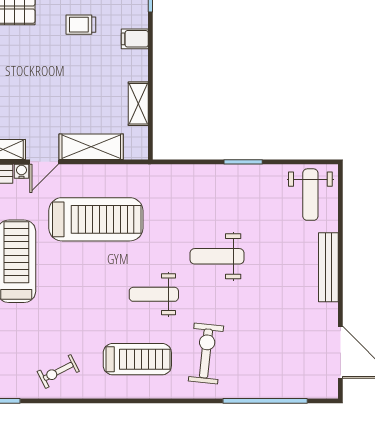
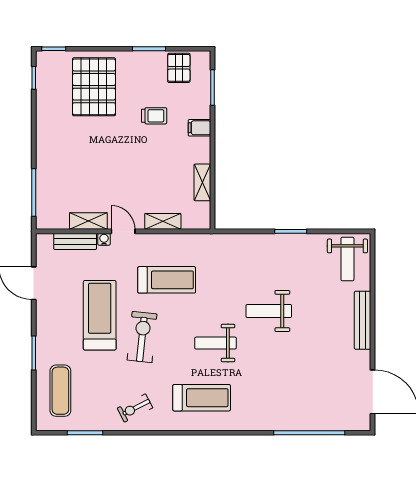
trolley: (81, 25) -> (154, 116), turned 180
shelving: (91, 147) -> (163, 221), width x0.67, depth x0.75
door: (44, 162) -> (123, 231), swing flipped
treadmill: (96, 219) -> (167, 280), width x0.73, depth x0.73
exercise bike: (206, 353) -> (142, 337), moved

